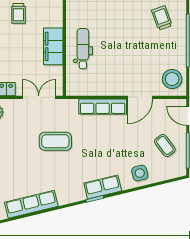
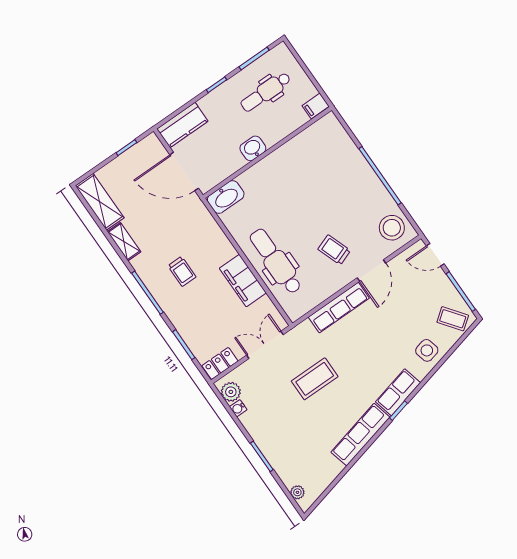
trolley: (162, 18) -> (334, 250), moved
dental chair: (83, 49) -> (276, 261), width x1.36, depth x1.38
coffee table: (165, 145) -> (453, 319), moved
row of seats: (31, 204) -> (361, 435), moved

